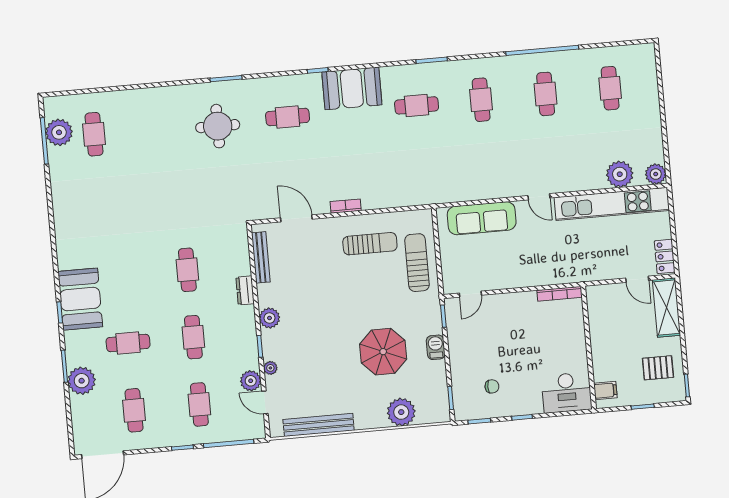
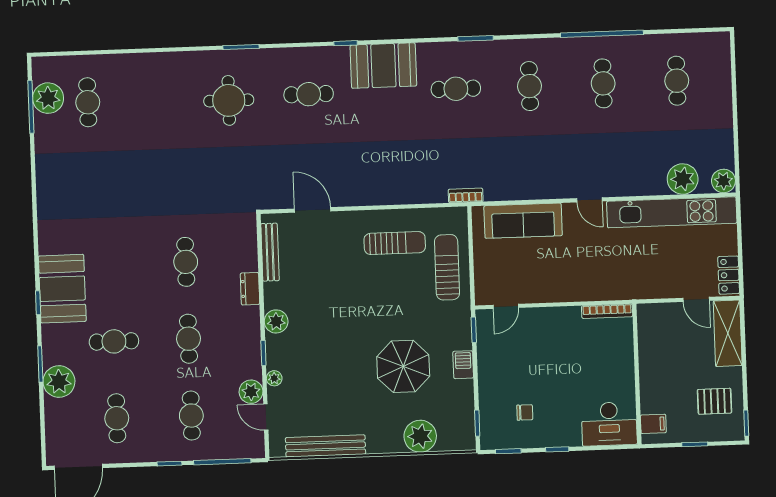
bookcase: (346, 206) -> (466, 195), moved

